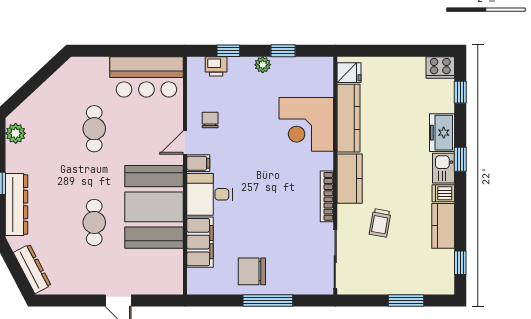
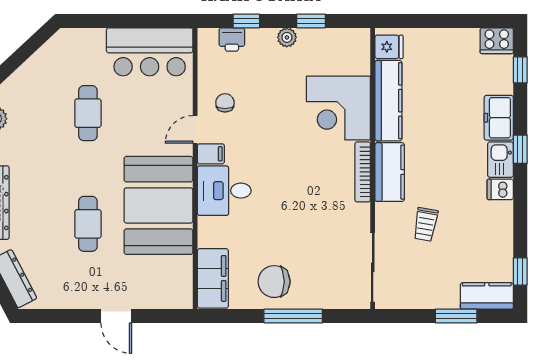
bookcase: (327, 196) -> (363, 172), moved
kitchen counter: (443, 226) -> (487, 296), moved, turned 90
filing cabinet: (200, 242) -> (213, 278), moved

